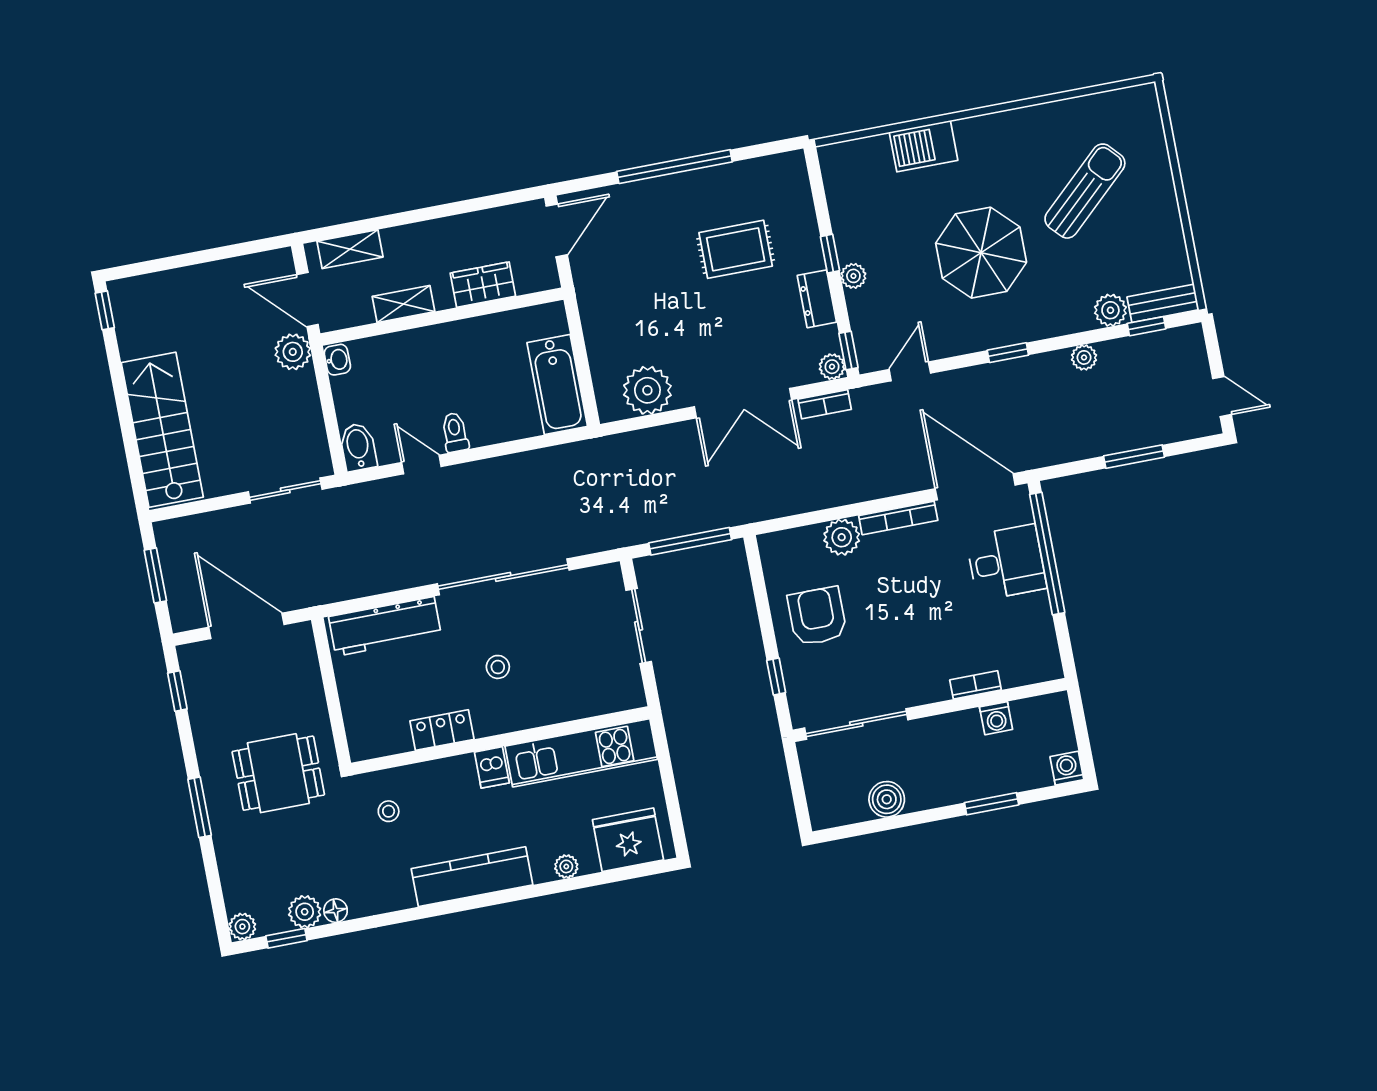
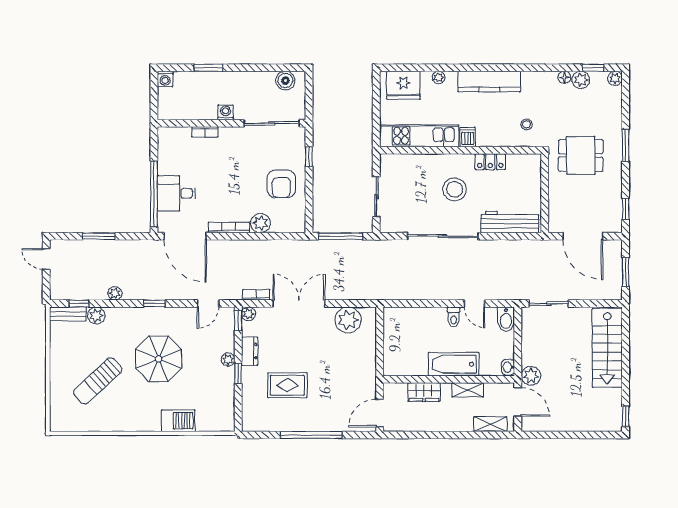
bathtub: (557, 385) -> (454, 364), moved, turned -90
stool: (498, 667) -> (455, 189), width x1.89, depth x1.89
washing machine: (996, 718) -> (226, 112), moved
boiler: (887, 799) -> (285, 81), moved

